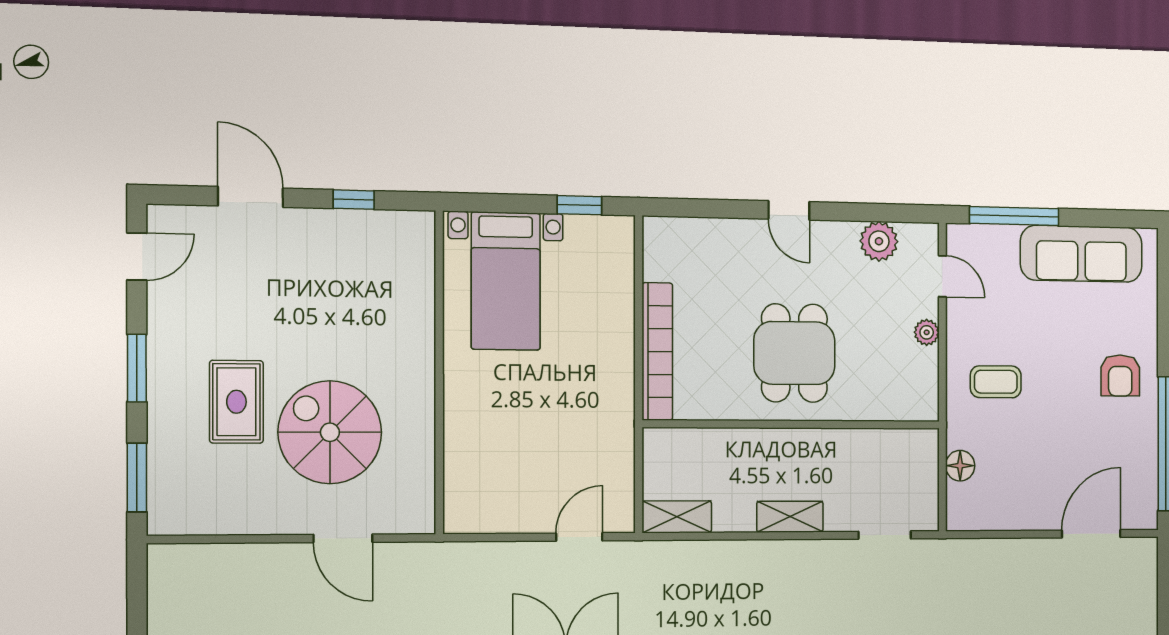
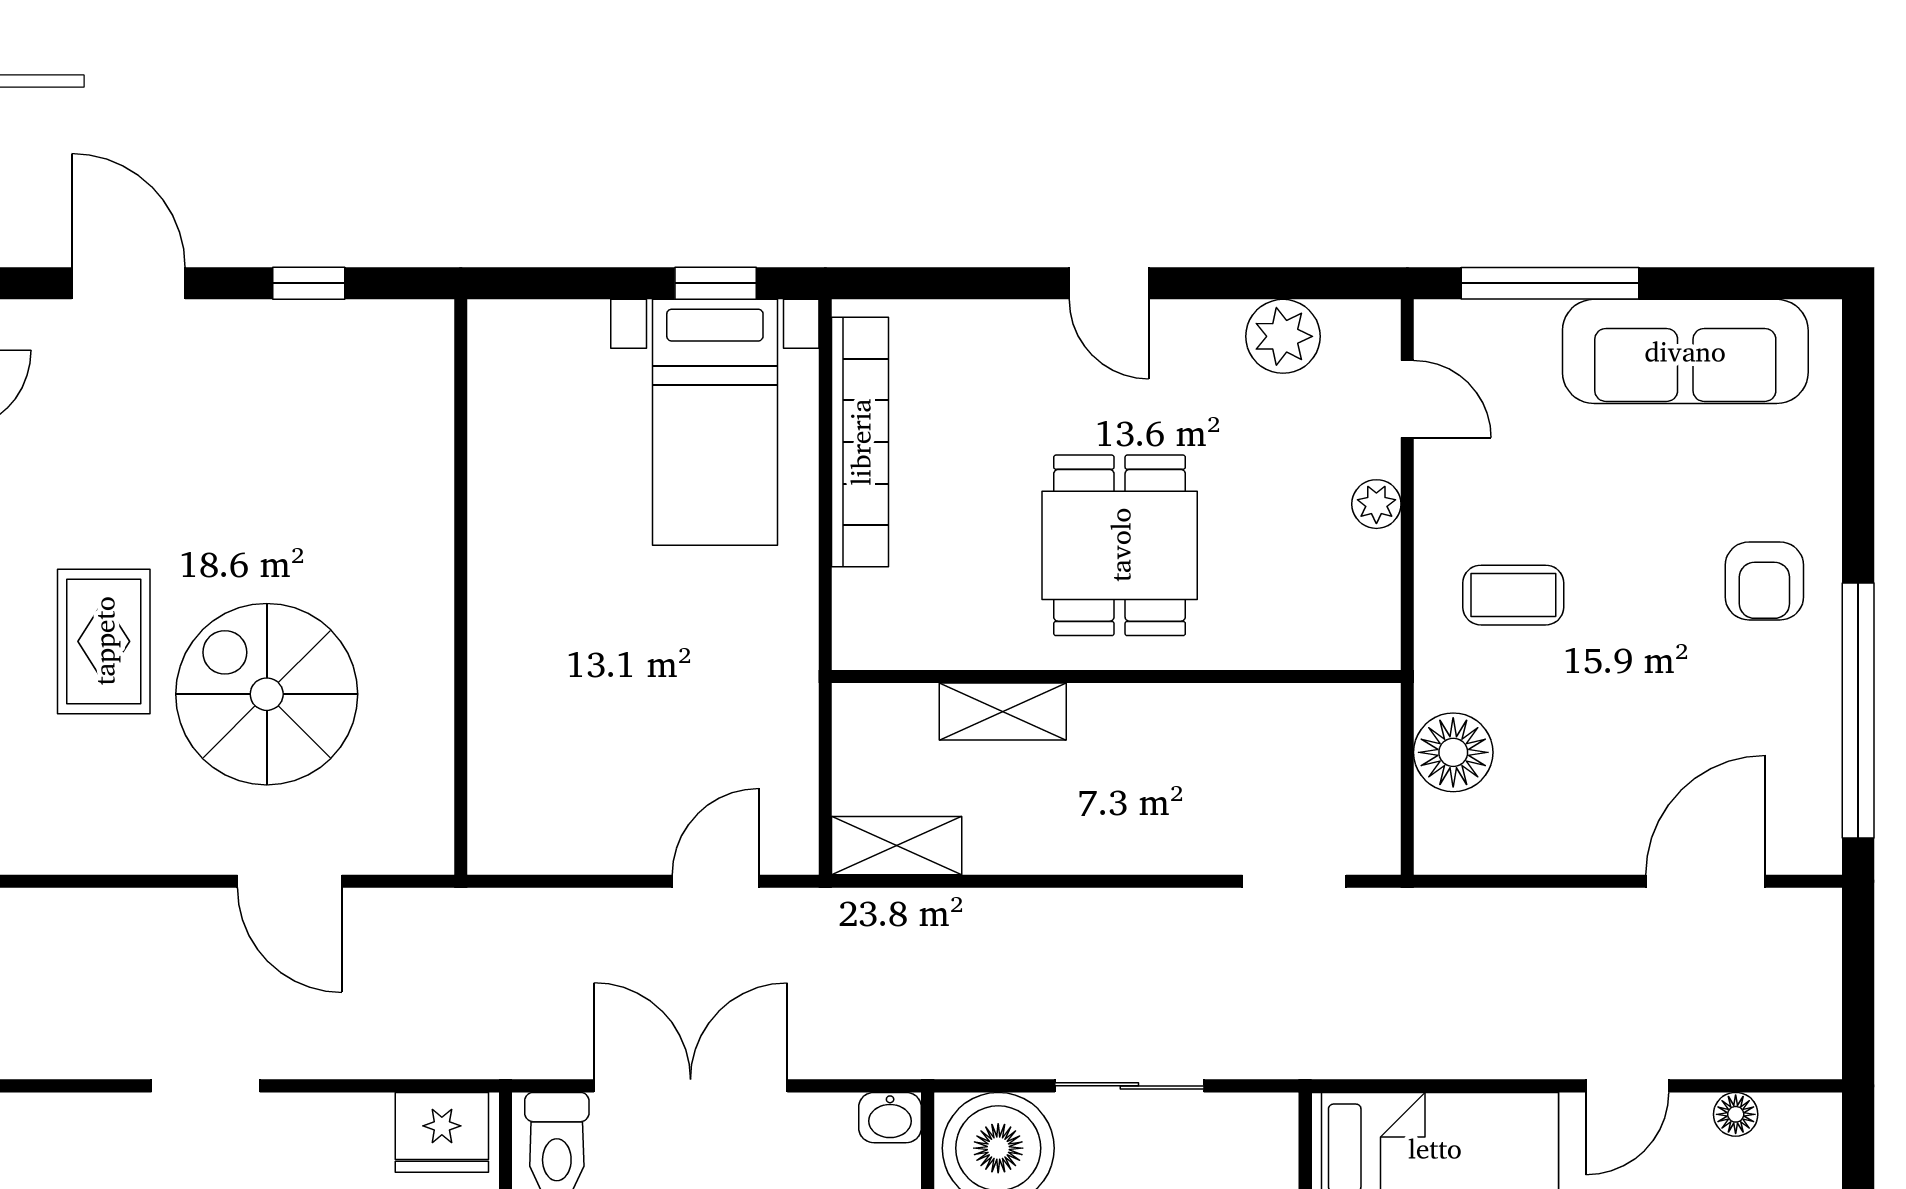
bed with nightstands: (506, 281) -> (715, 422), moved
bookcase: (657, 351) -> (860, 442), moved
floor lamp: (960, 466) -> (1453, 752), width x1.38, depth x1.38
shelving: (790, 517) -> (1003, 711), moved

